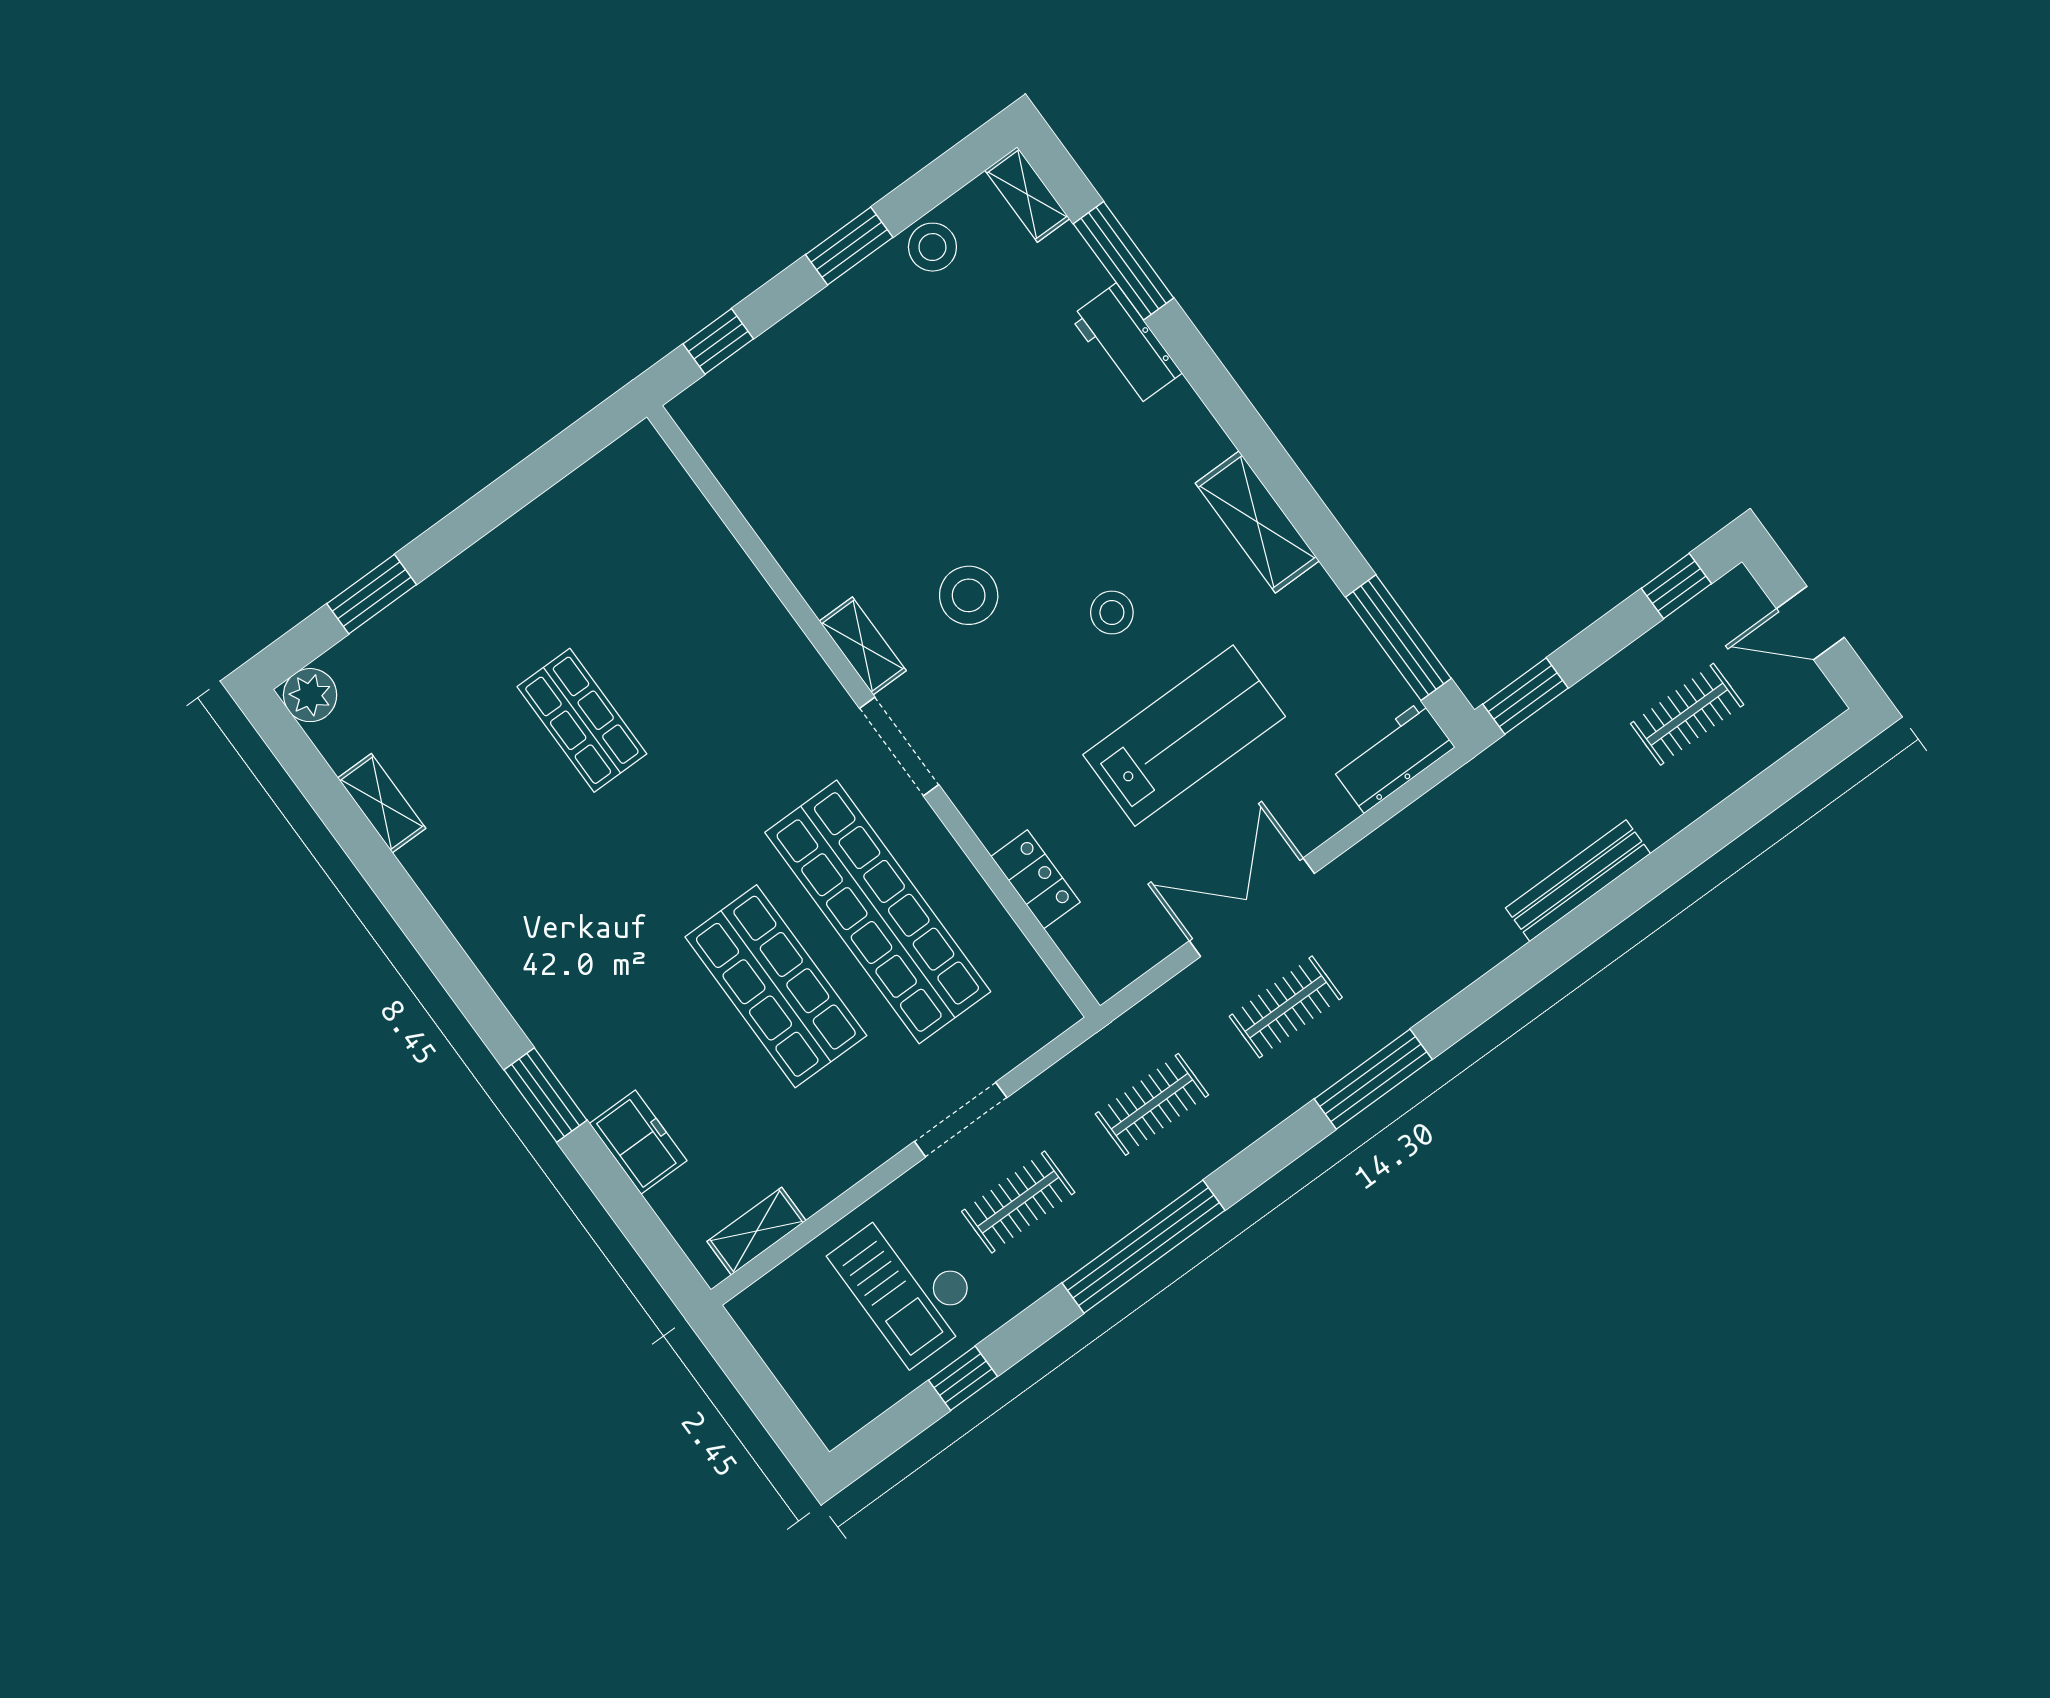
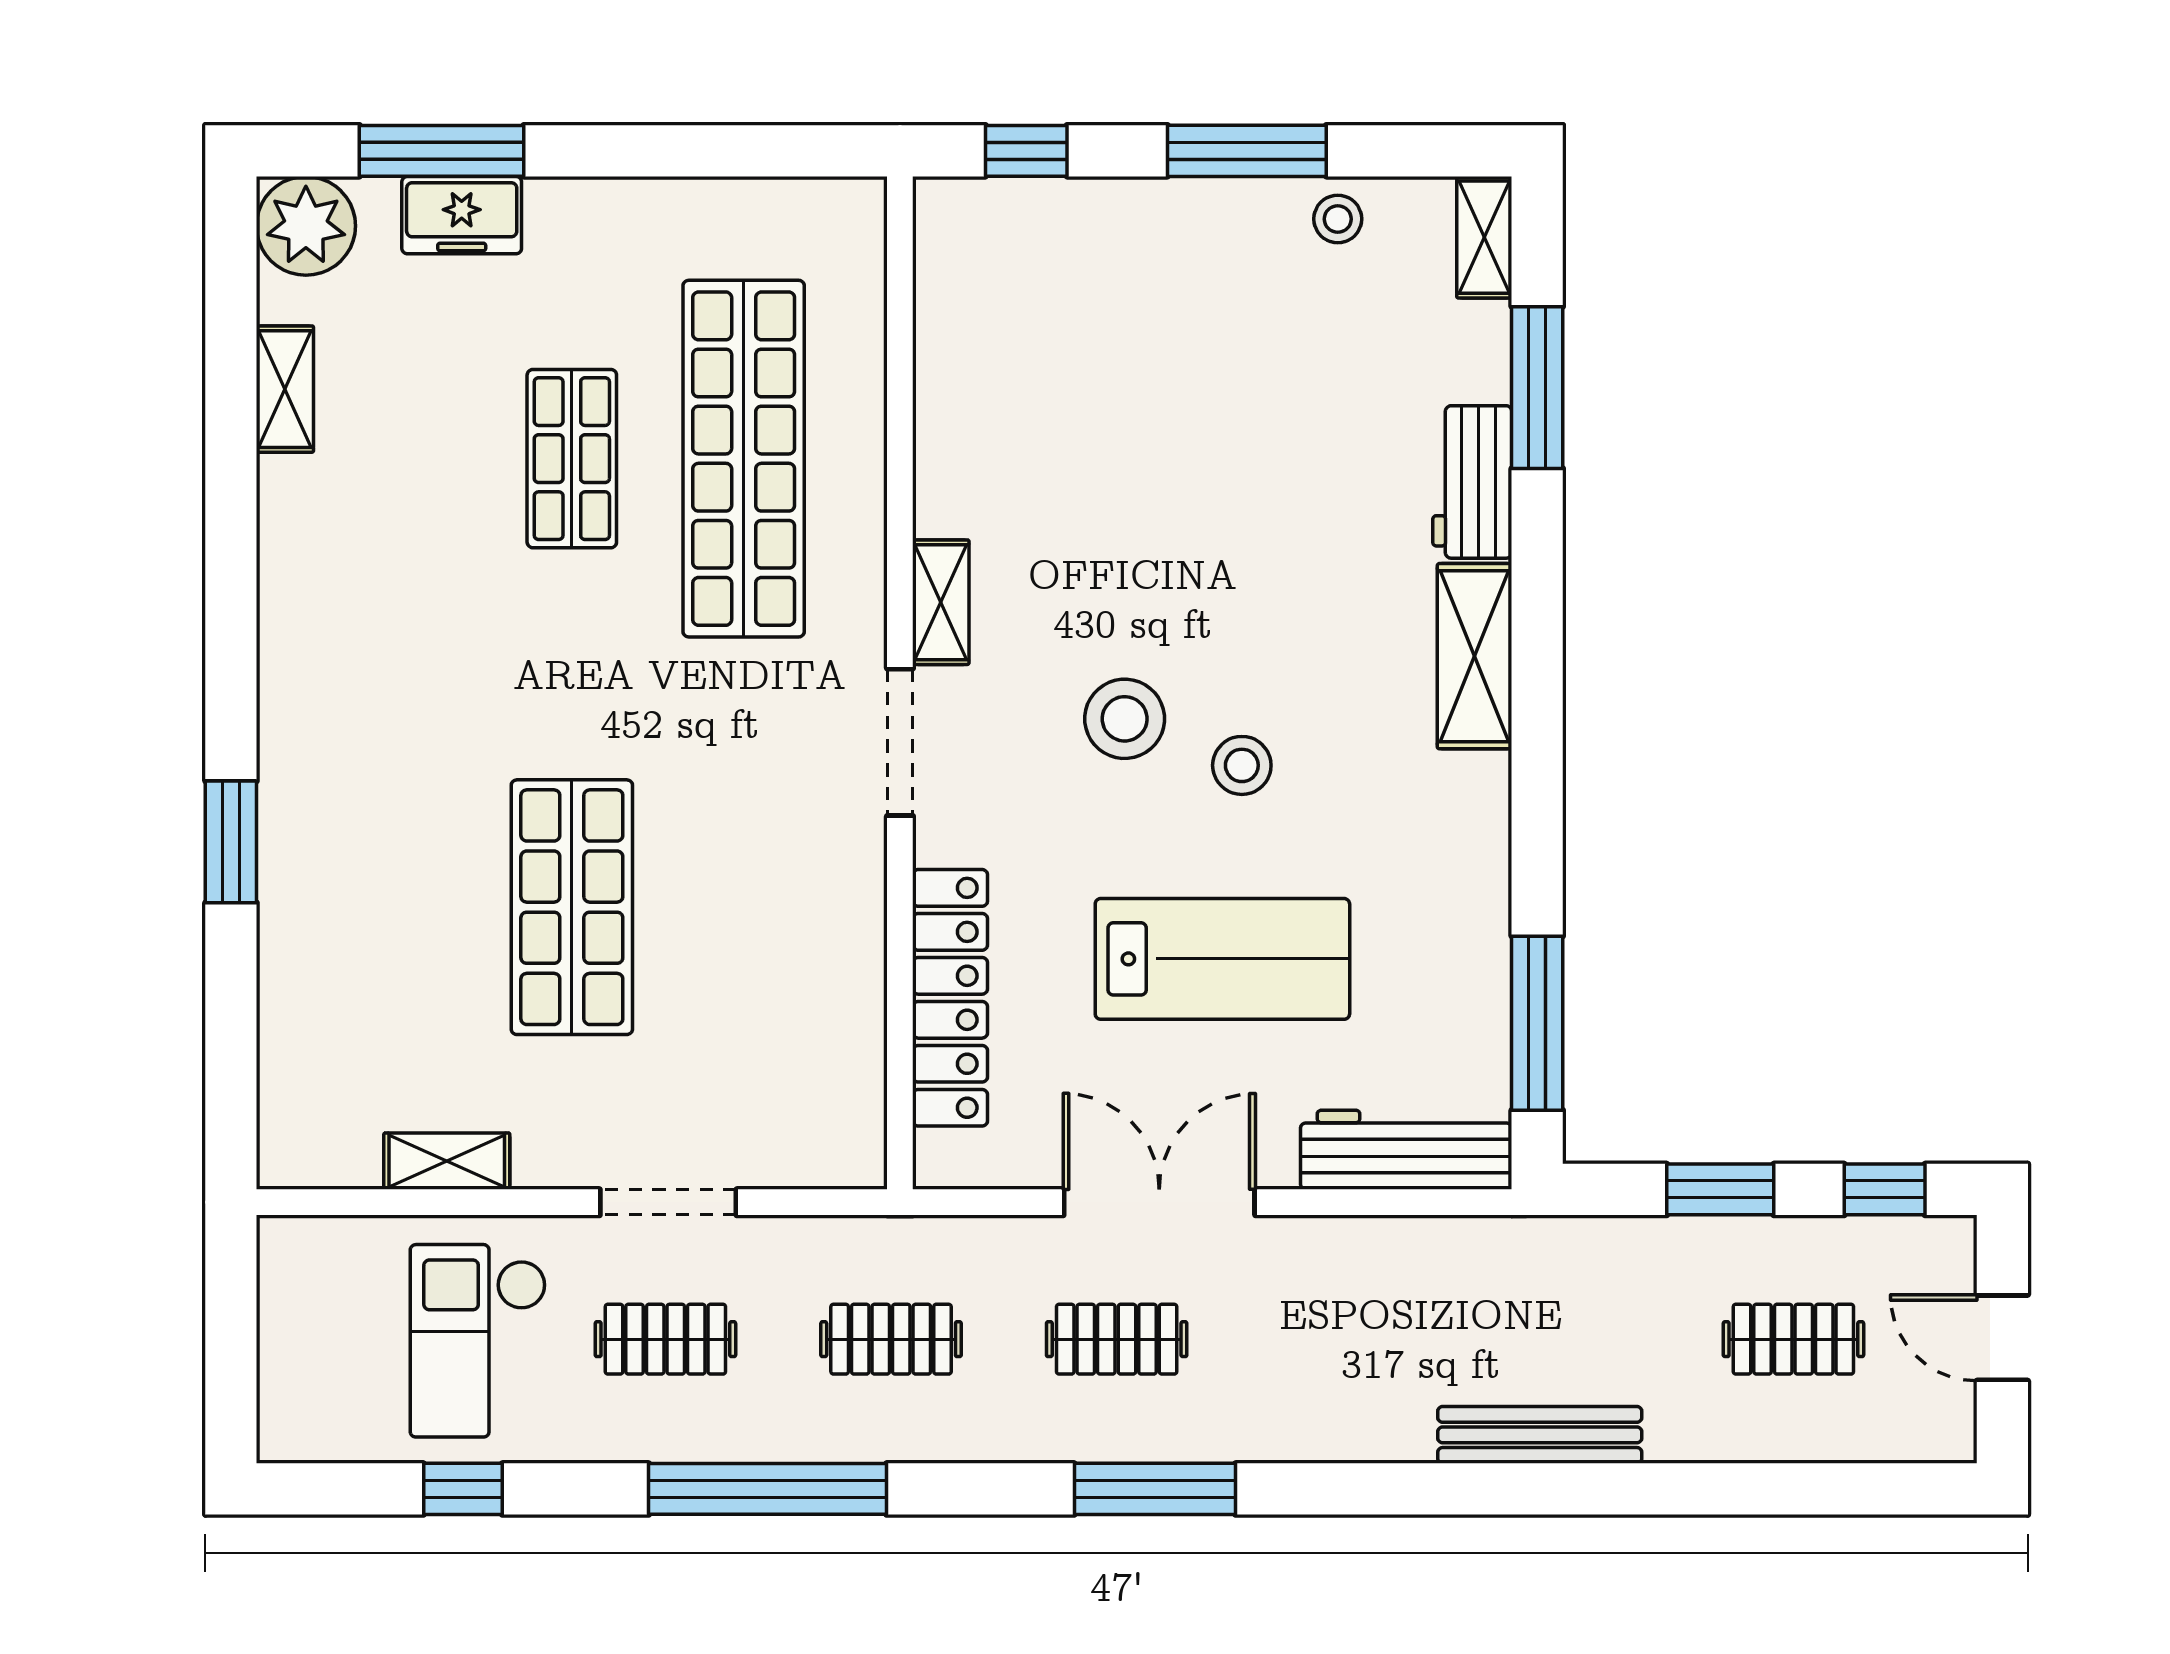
window: (849, 246) -> (1247, 151), width x1.44
stool: (932, 247) -> (1338, 219), width x0.73, depth x0.73
shelving: (1257, 522) -> (1475, 656), moved
window: (372, 594) -> (442, 151), width x1.44
stool: (969, 595) -> (1125, 719), moved
plant: (310, 695) -> (306, 226), width x1.36, depth x1.36
window: (1525, 696) -> (1720, 1189), moved
workbench: (1393, 757) -> (1406, 1150), width x1.37
locker: (1036, 879) -> (950, 998), width x2.16, depth x1.21
shop shelf: (878, 912) -> (744, 459), moved
freezer: (638, 1142) -> (462, 215), moved, turned 90
shelving: (757, 1231) -> (447, 1161), moved

